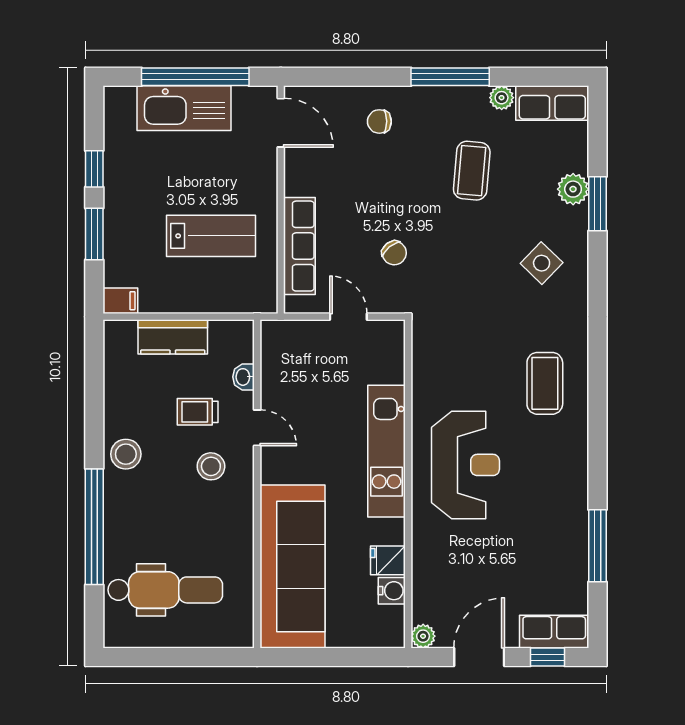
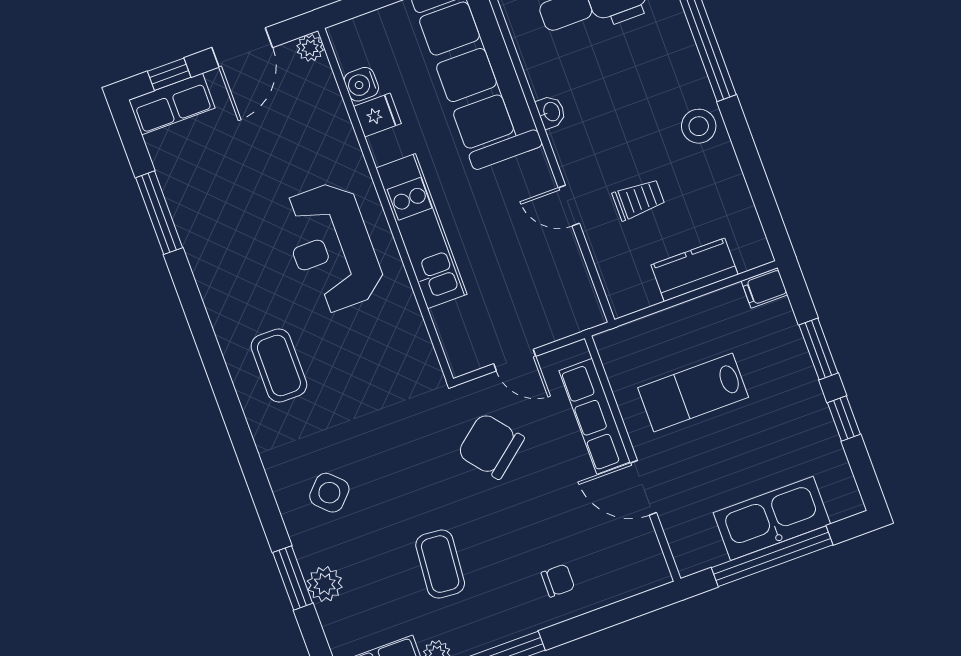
door: (281, 123) -> (643, 488), moved
chair: (394, 253) -> (491, 446), width x1.87, depth x1.87
washbasin: (243, 377) -> (551, 112), moved
stool: (211, 466) -> (603, 146), removed

